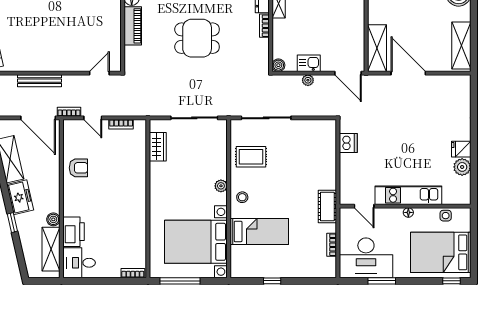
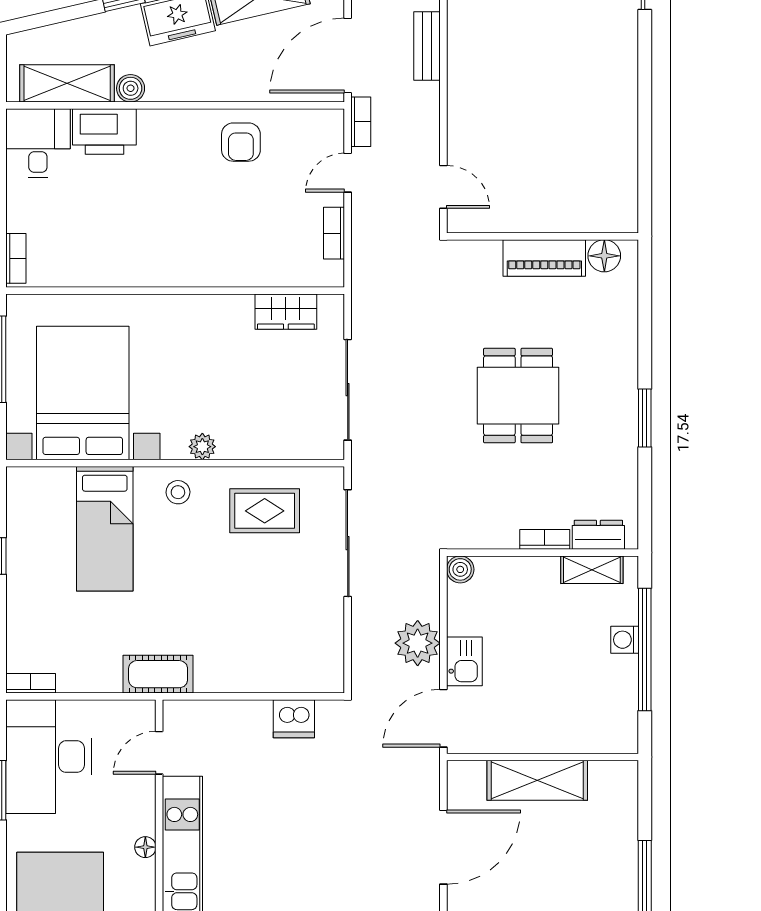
shelving: (377, 48) -> (537, 780), moved
kitchen sink: (309, 63) -> (464, 661), moved
plant: (308, 80) -> (418, 643), width x1.88, depth x1.88
bench: (39, 81) -> (427, 46), width x0.73
rug: (251, 157) -> (265, 511), turned 90
bookcase: (332, 245) -> (31, 683), moved

